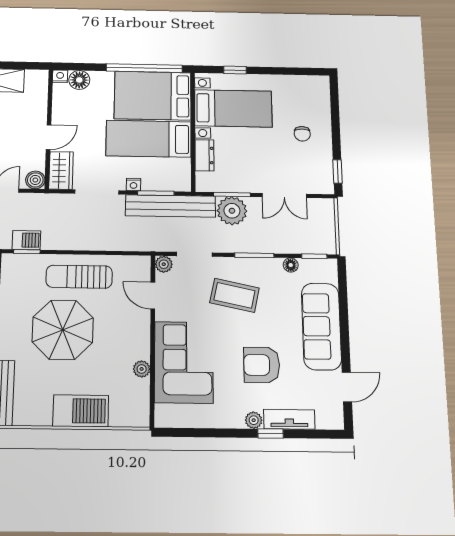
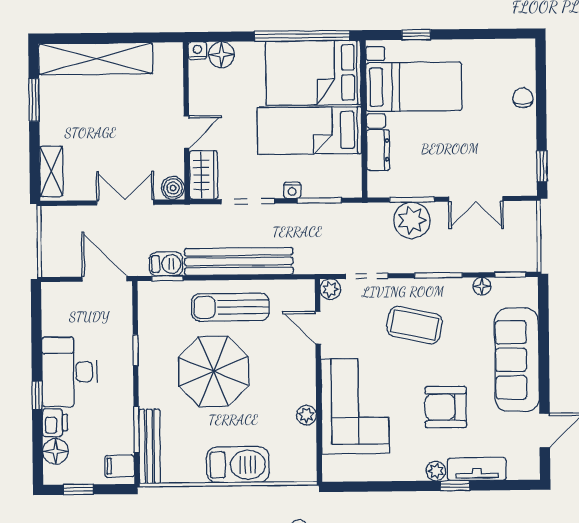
chair: (302, 134) -> (523, 98), moved, turned 180
bench: (170, 206) -> (239, 261), moved

